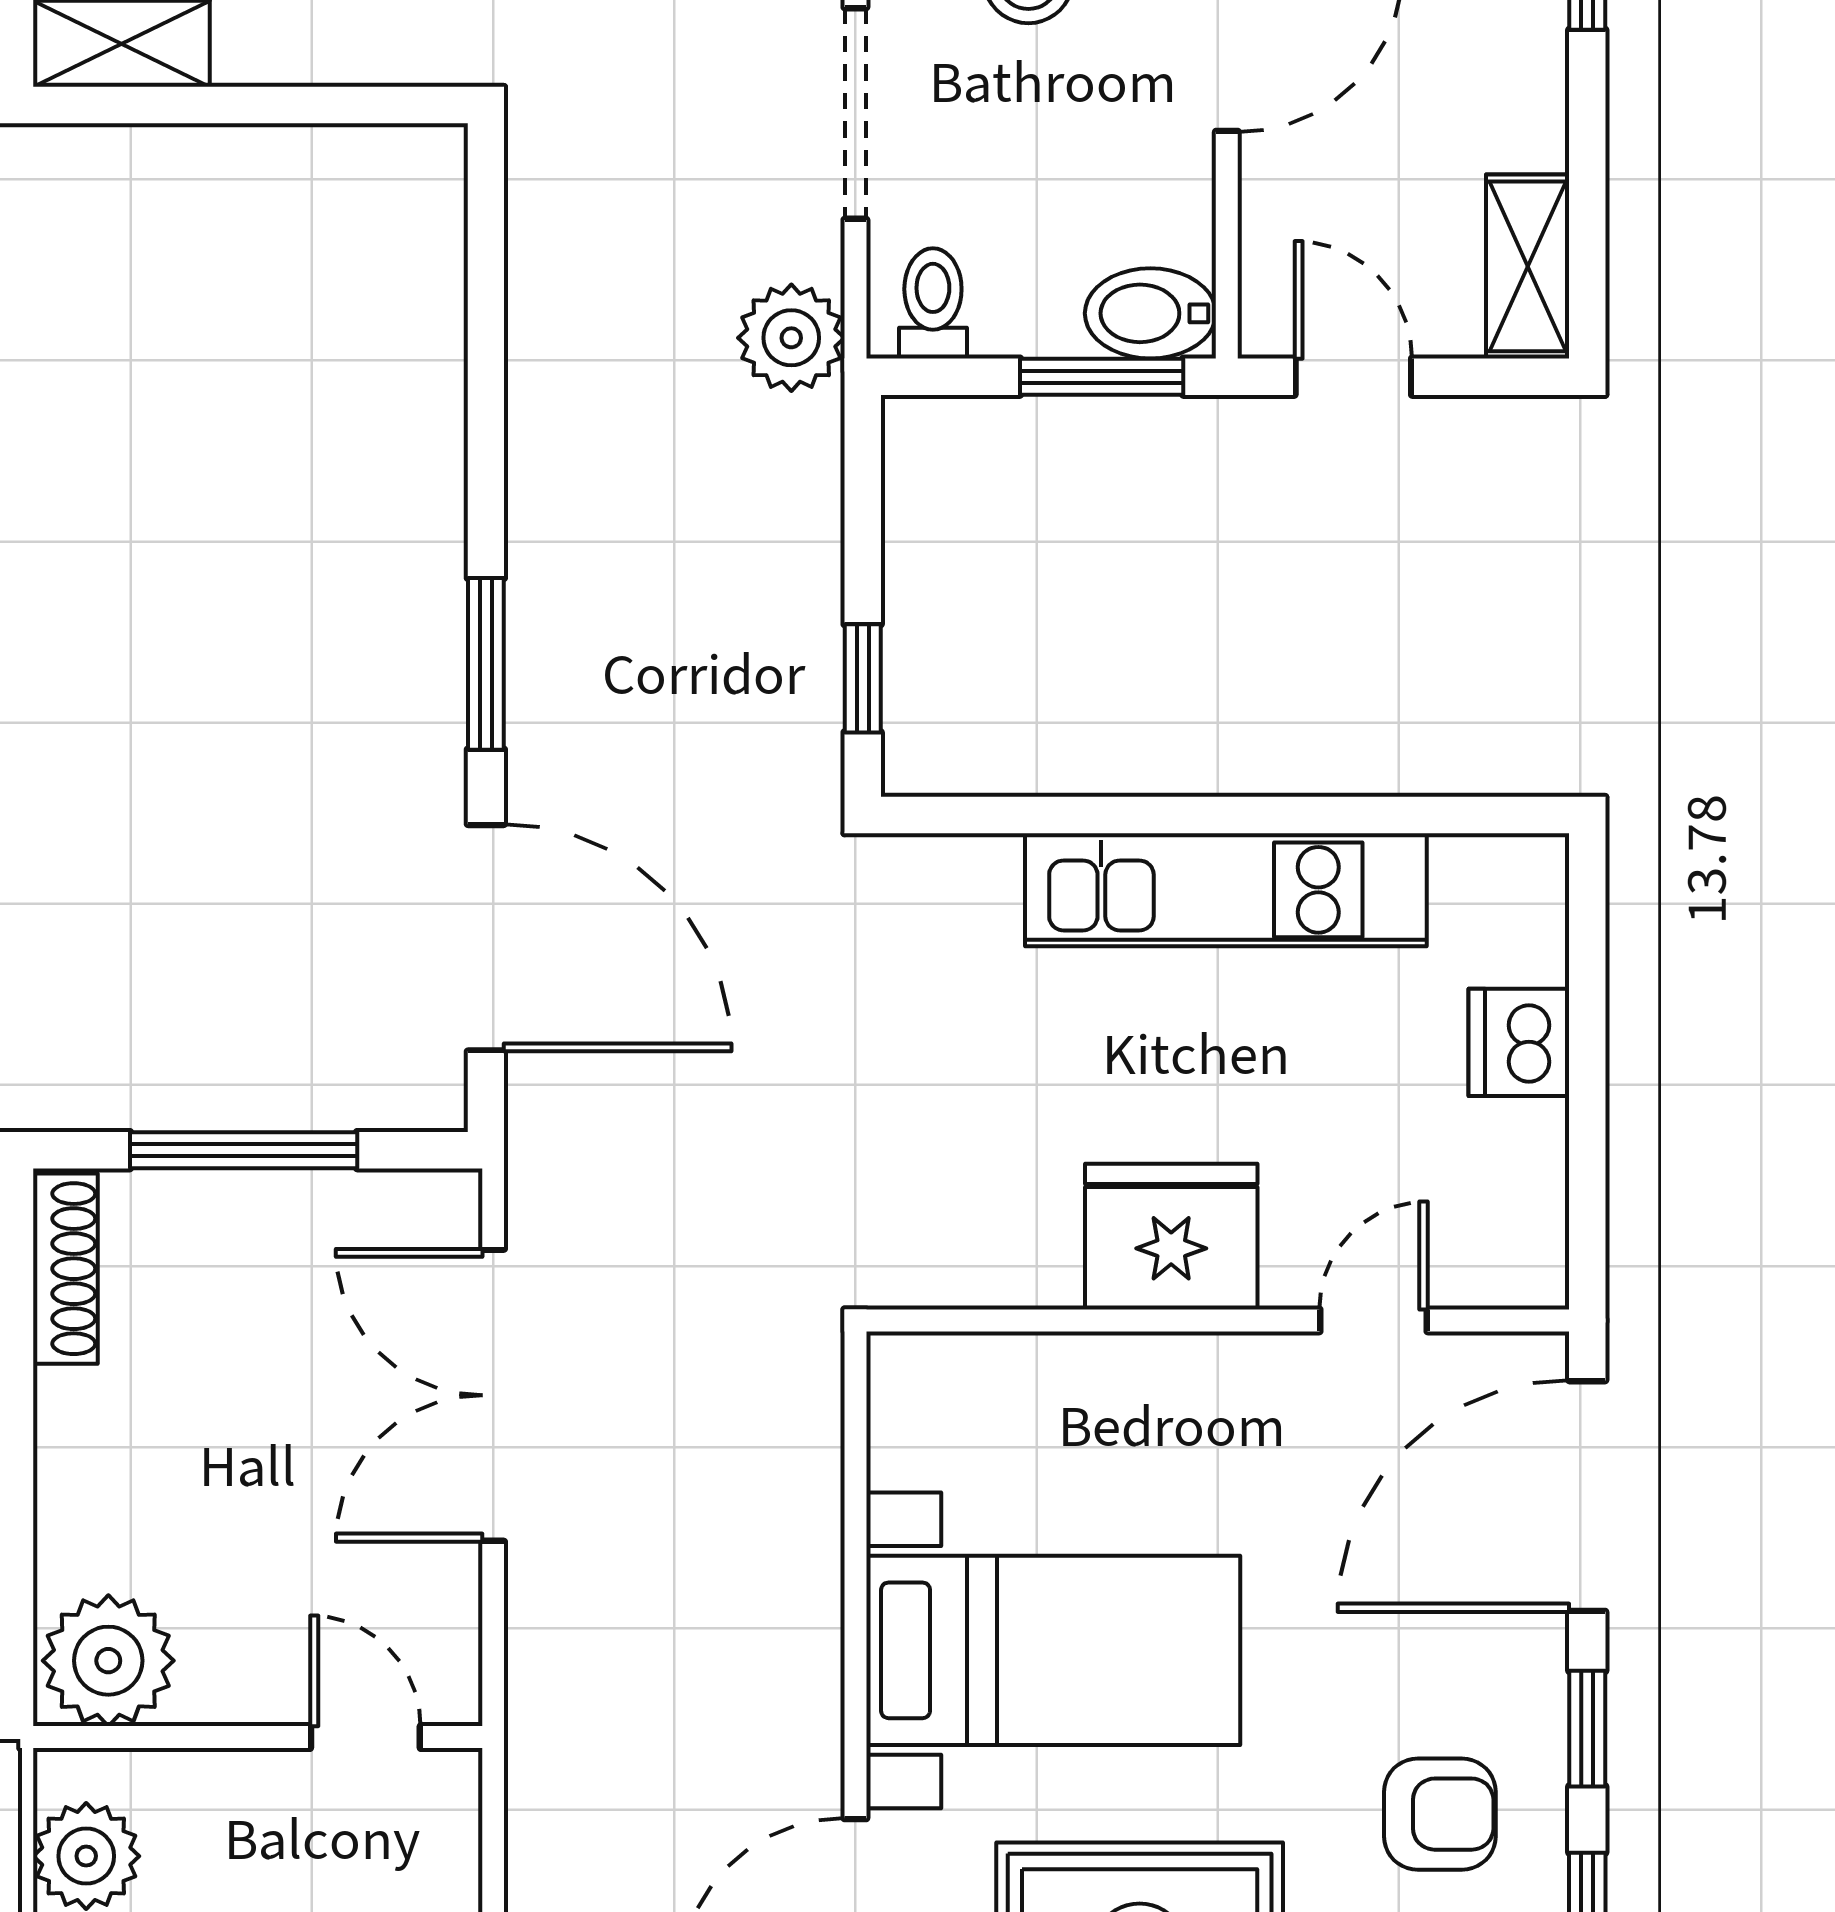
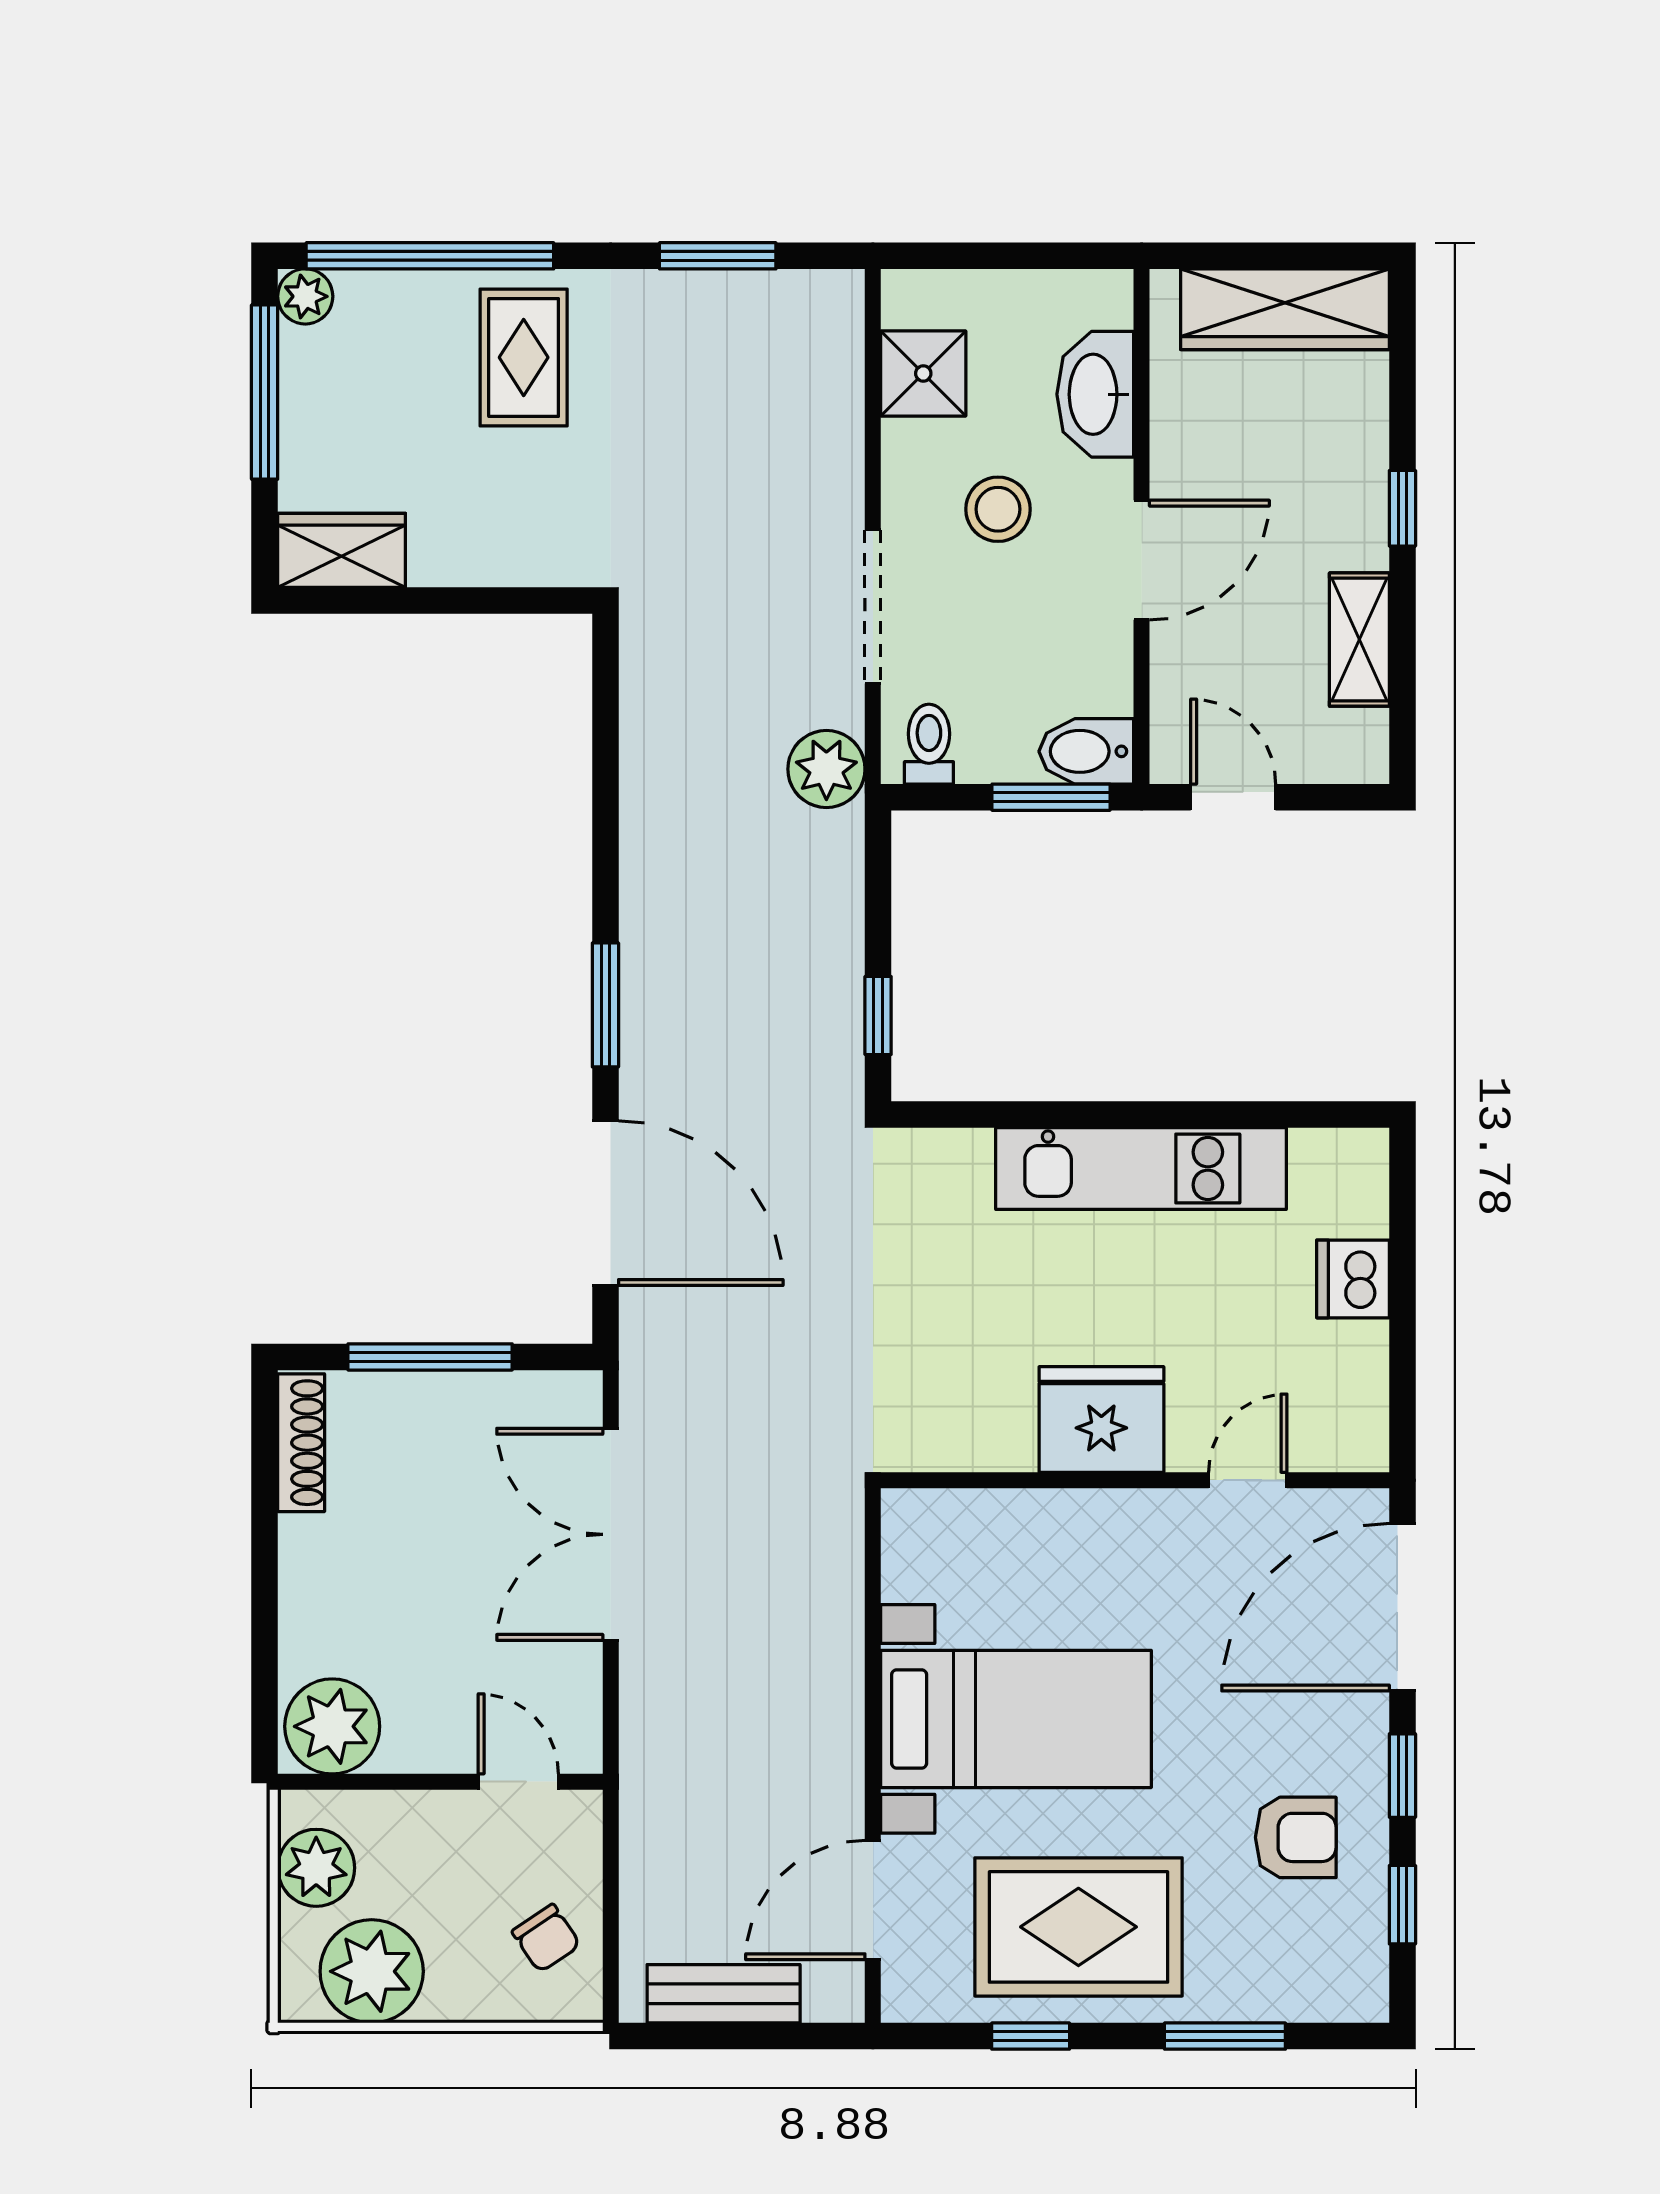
shelving: (1528, 266) -> (1359, 640), moved

